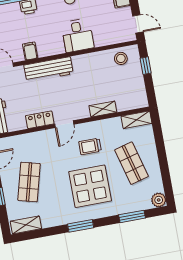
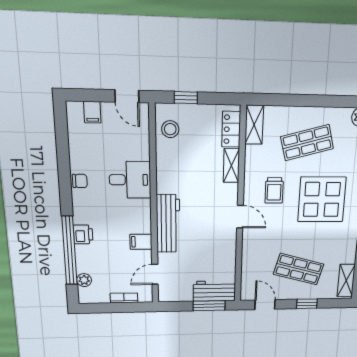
door: (138, 24) -> (127, 96), swing flipped
locker: (40, 120) -> (231, 129), moved

